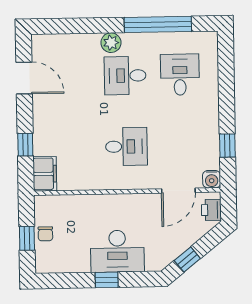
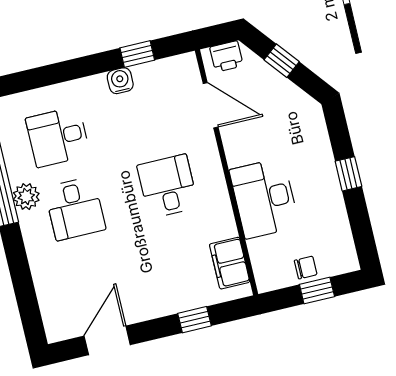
plant: (111, 43) -> (26, 197), moved
filing cabinet: (45, 174) -> (230, 263), moved, turned -90
water cooler: (212, 179) -> (120, 81), moved, turned -90
desk: (117, 251) -> (264, 198), moved, turned 180
window: (187, 259) -> (282, 61), moved

